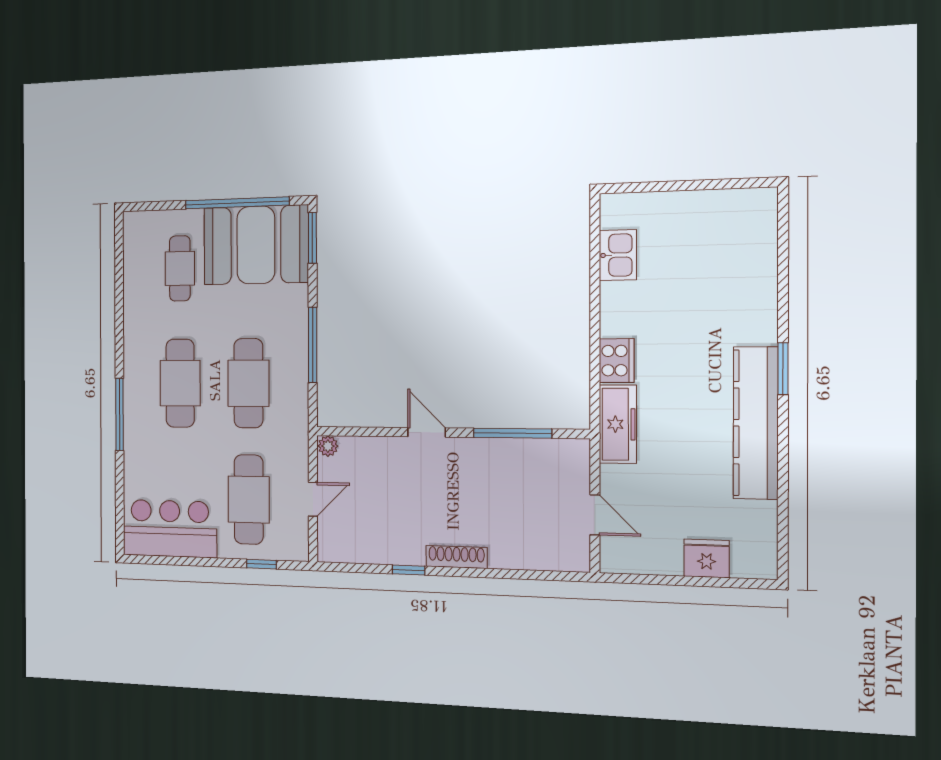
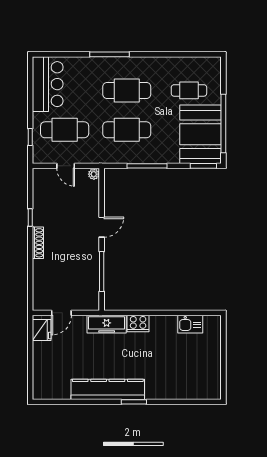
fridge: (707, 558) -> (42, 330), moved

